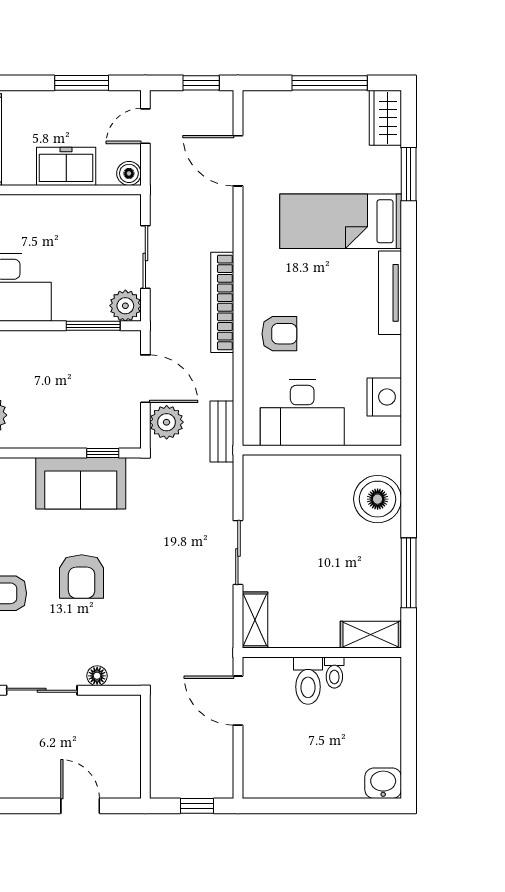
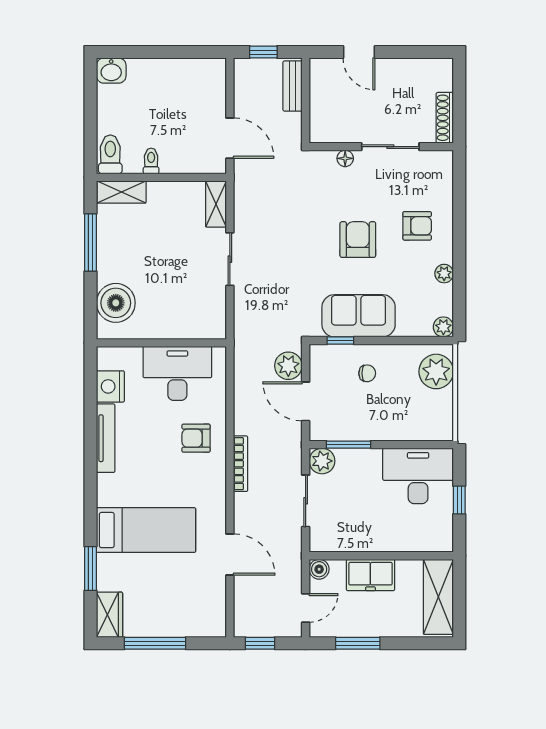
door: (238, 161) -> (230, 554), moved
tv unit: (390, 293) -> (106, 438), moved
bookcase: (222, 302) -> (241, 464), width x0.68, depth x0.76
chair: (70, 413) -> (367, 373), added
bench: (222, 431) -> (292, 86), moved
toilet: (308, 681) -> (110, 154), moved

